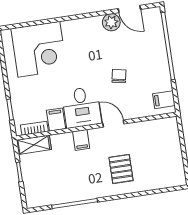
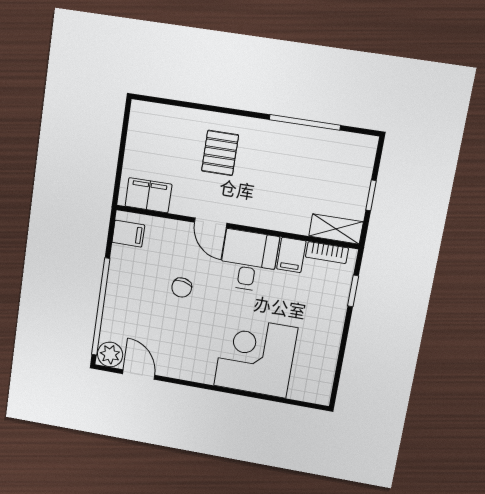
plant: (111, 22) -> (110, 354), moved
corner desk: (39, 49) -> (255, 357), moved
filing cabinet: (81, 140) -> (148, 195), moved, width x2.00

